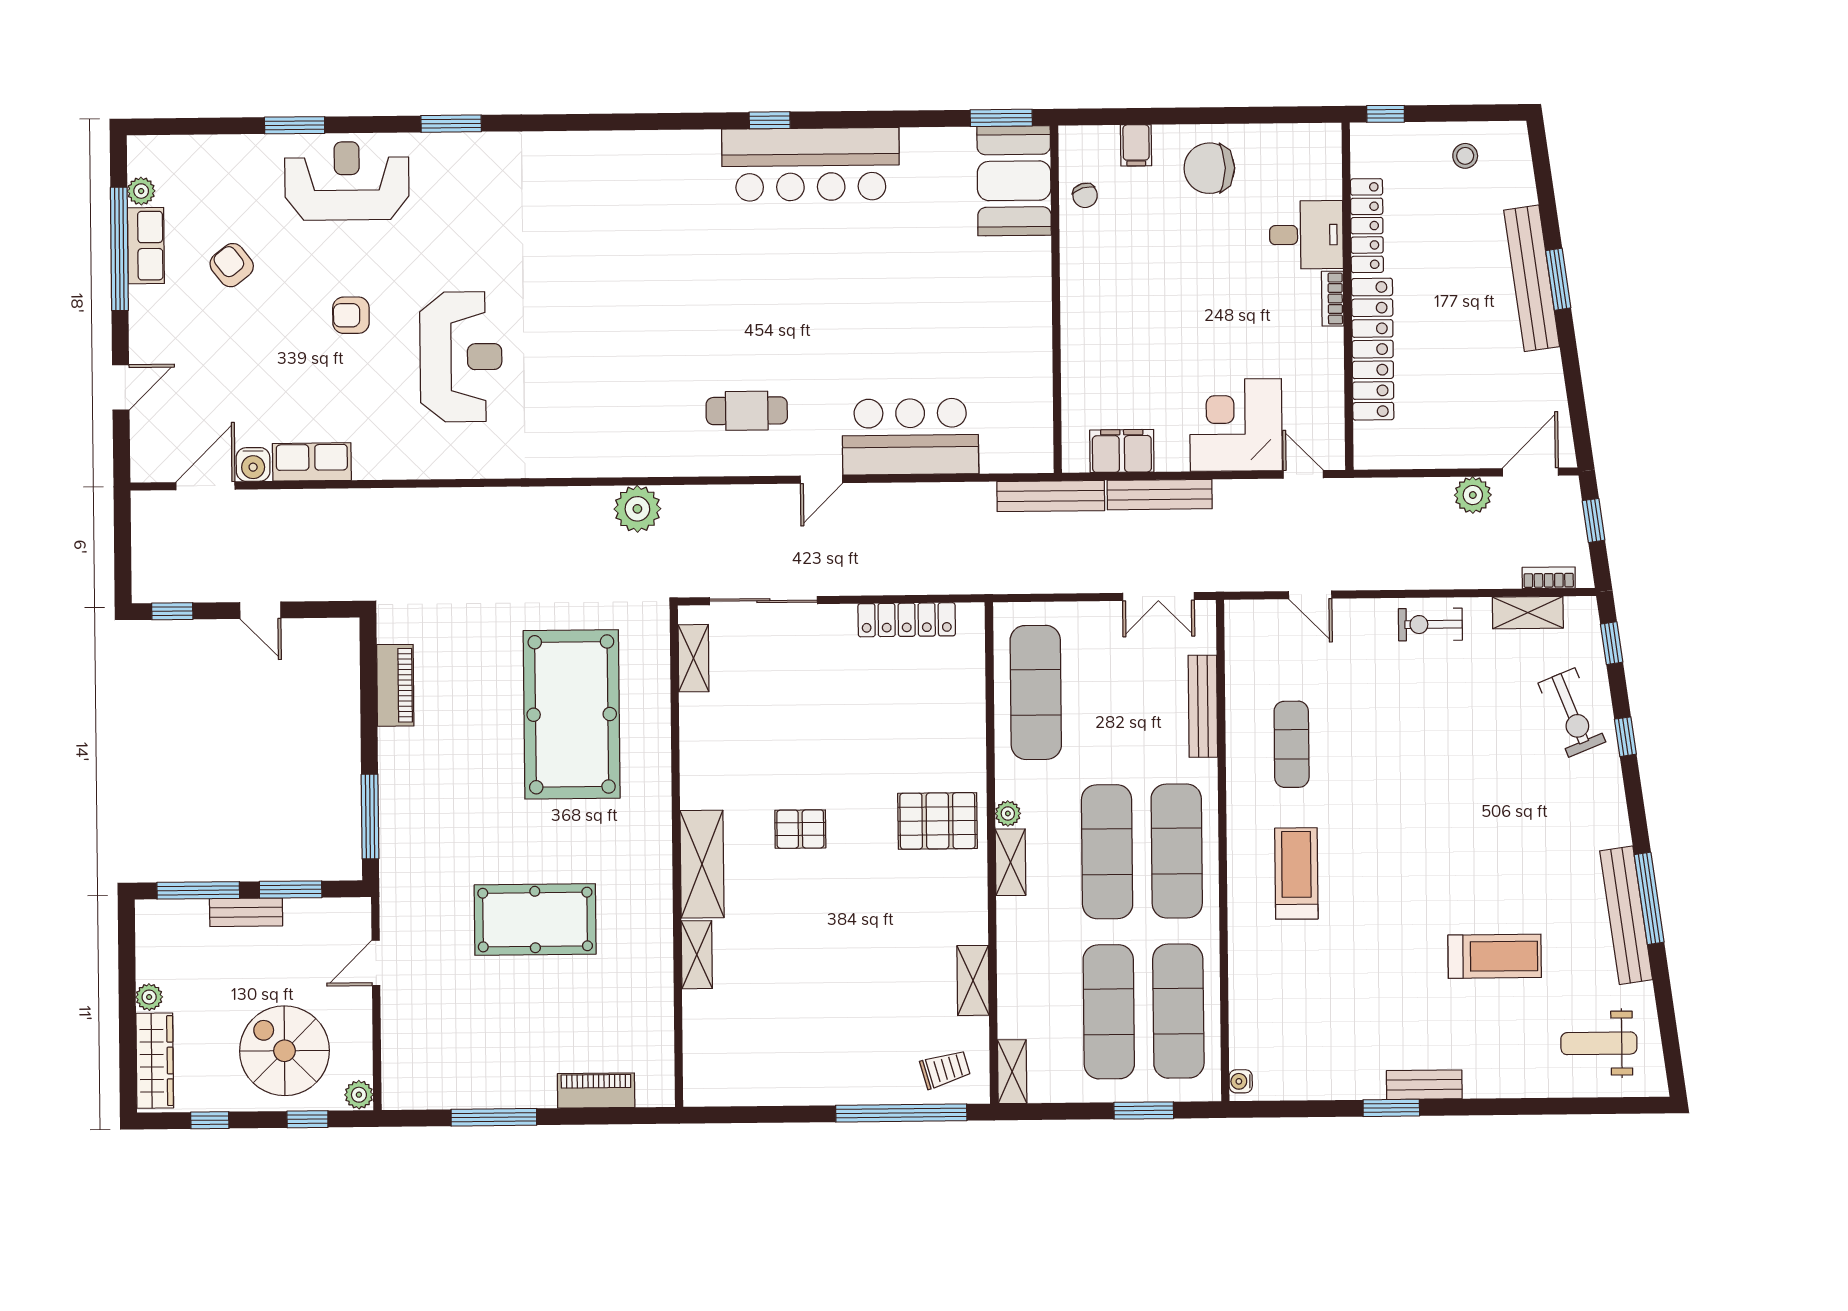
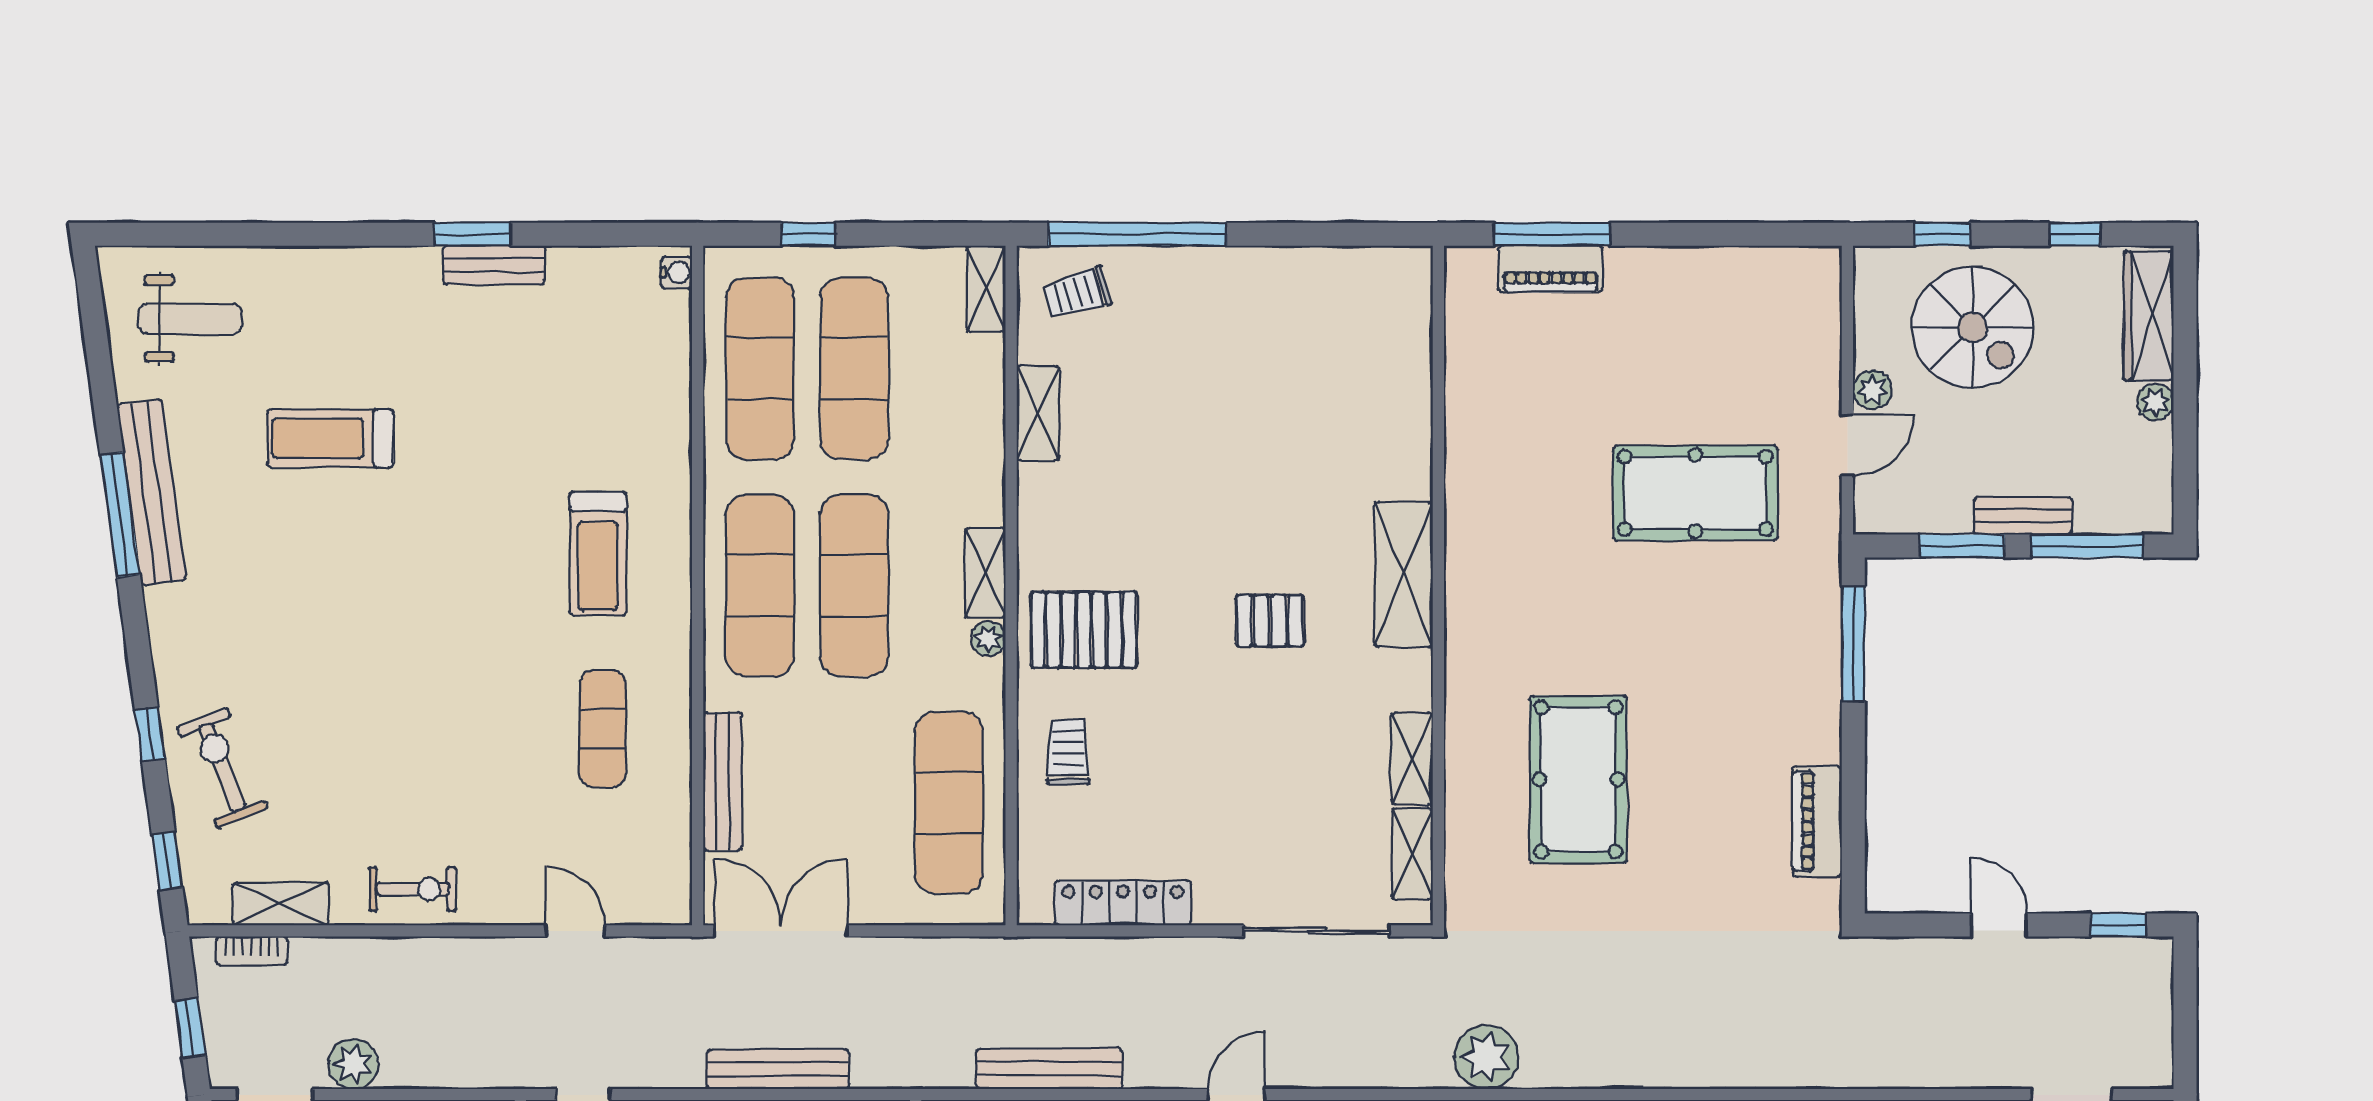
bench: (1051, 496) -> (1049, 1069), moved
double door: (1158, 596) -> (781, 931), width x1.37
pool table: (572, 714) -> (1578, 779), width x0.73, depth x0.76
trolley: (948, 731) -> (1068, 752), added
pool table: (535, 920) -> (1695, 493), moved
shelving: (697, 955) -> (1412, 759), moved
bench: (1424, 1085) -> (494, 265), moved
plant: (359, 1095) -> (1872, 390), moved
window: (1144, 1110) -> (808, 234), width x0.67
window: (494, 1117) -> (1552, 234), moved

